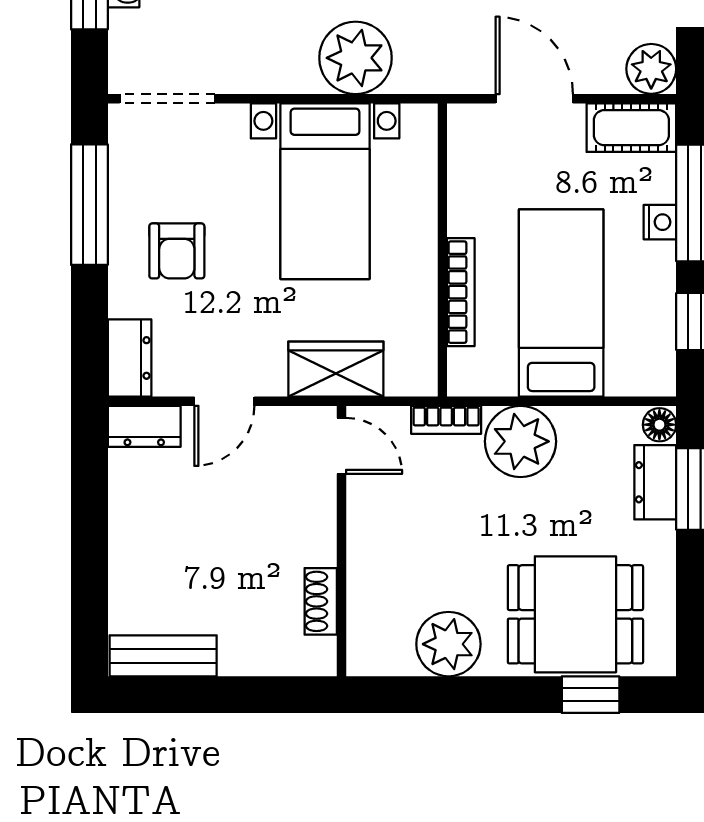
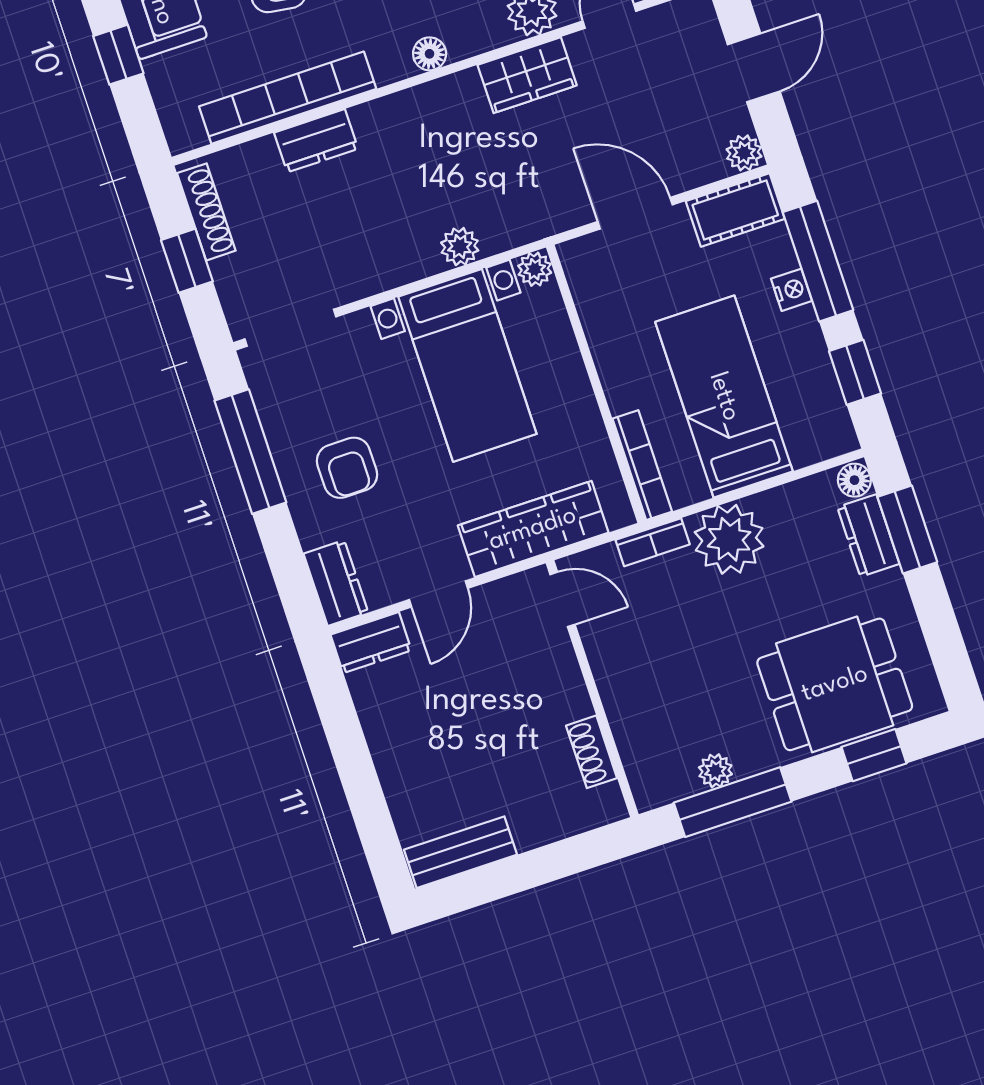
plant: (356, 58) -> (460, 247), width x0.53, depth x0.53
plant: (651, 69) -> (744, 153), width x0.73, depth x0.73
plant: (420, 120) -> (535, 269), added
bookcase: (461, 292) -> (642, 465), moved
wardrobe: (336, 369) -> (533, 529), width x1.50
plant: (448, 644) -> (715, 771), width x0.53, depth x0.53
window: (440, 695) -> (733, 802), added

